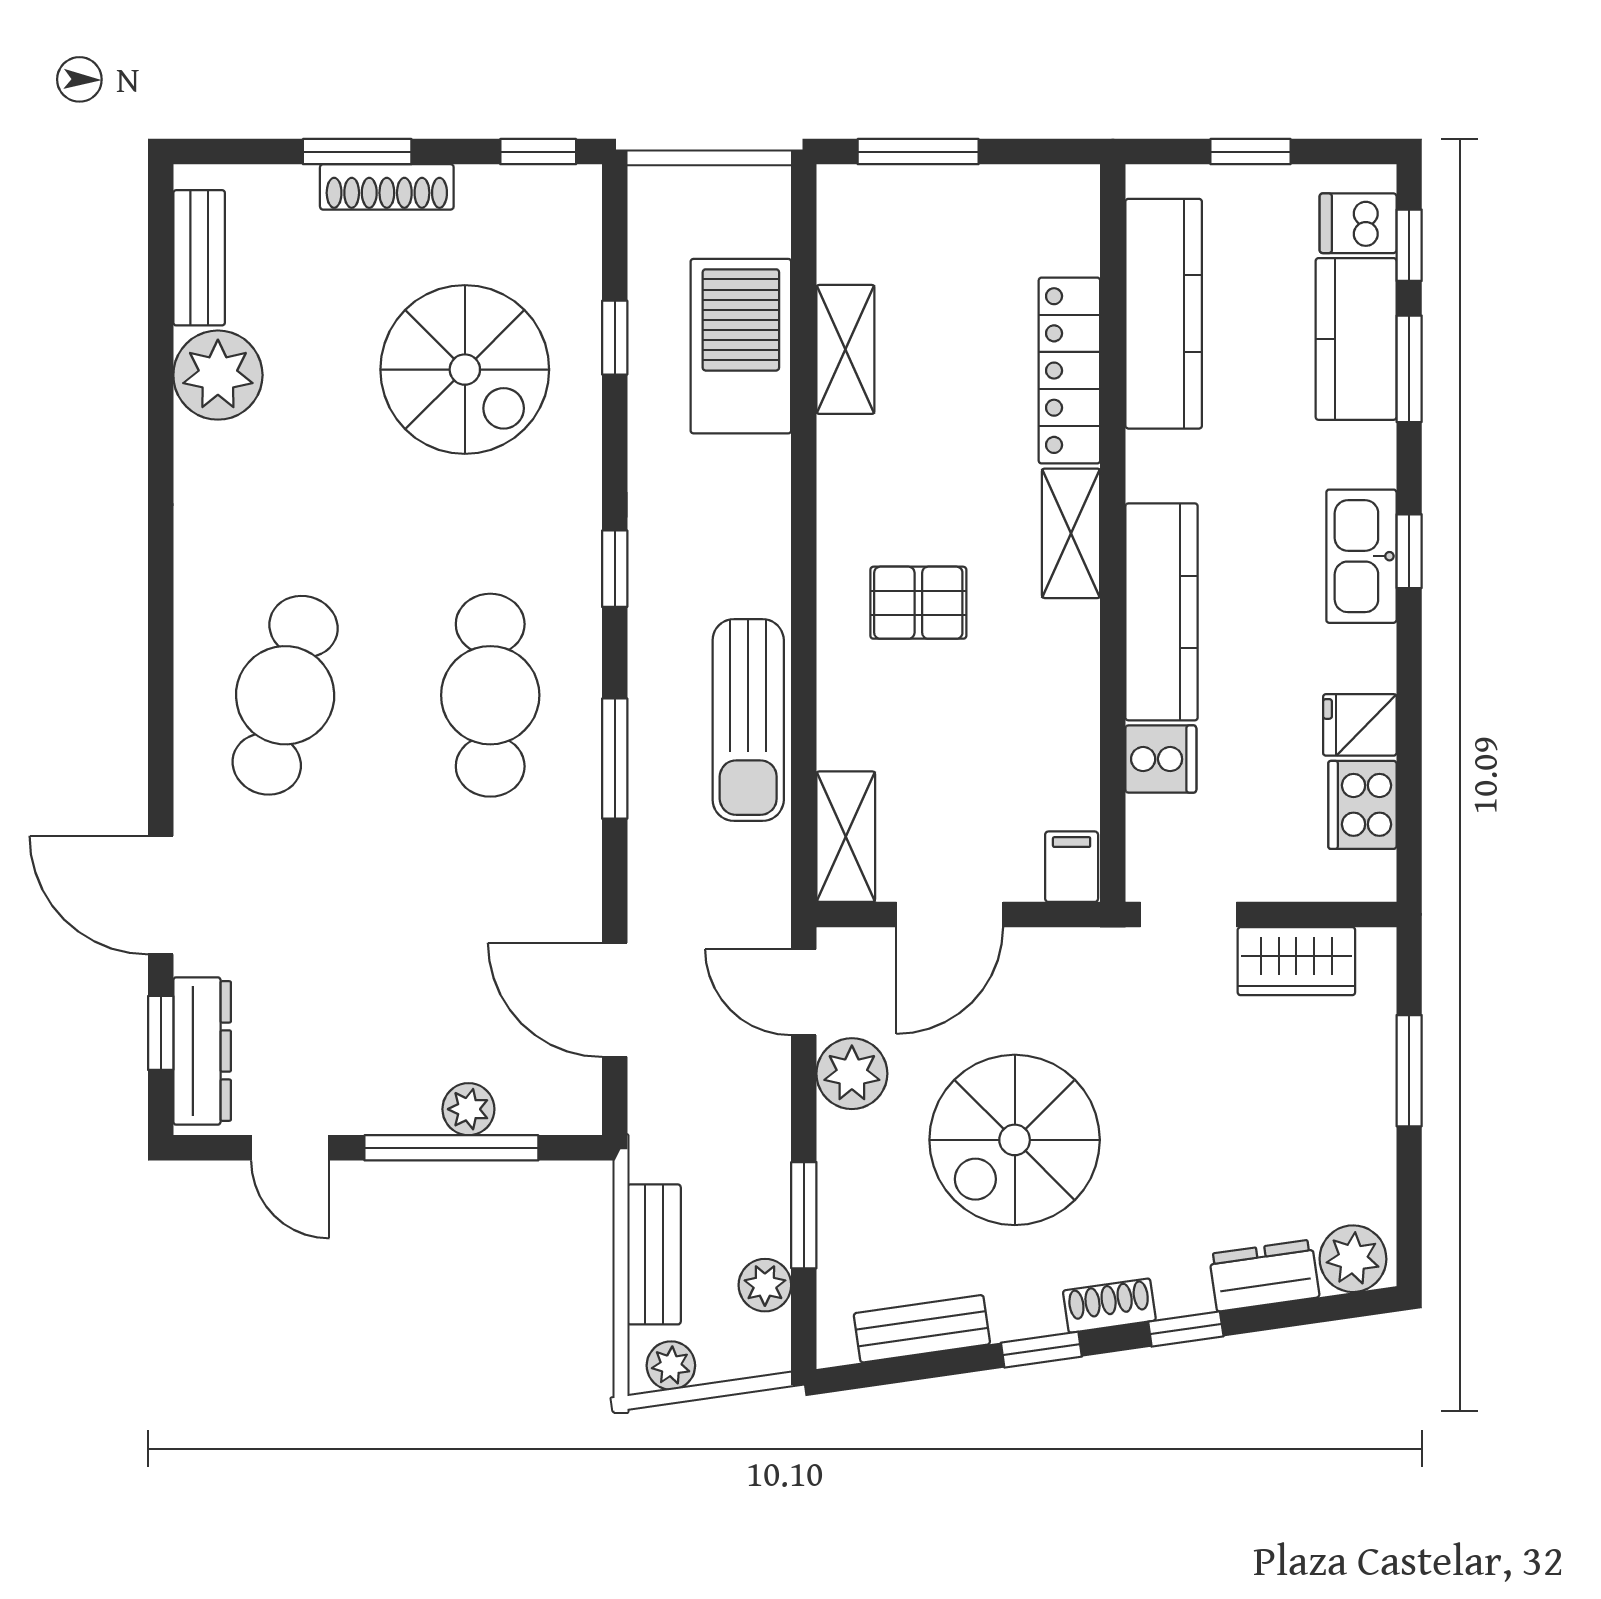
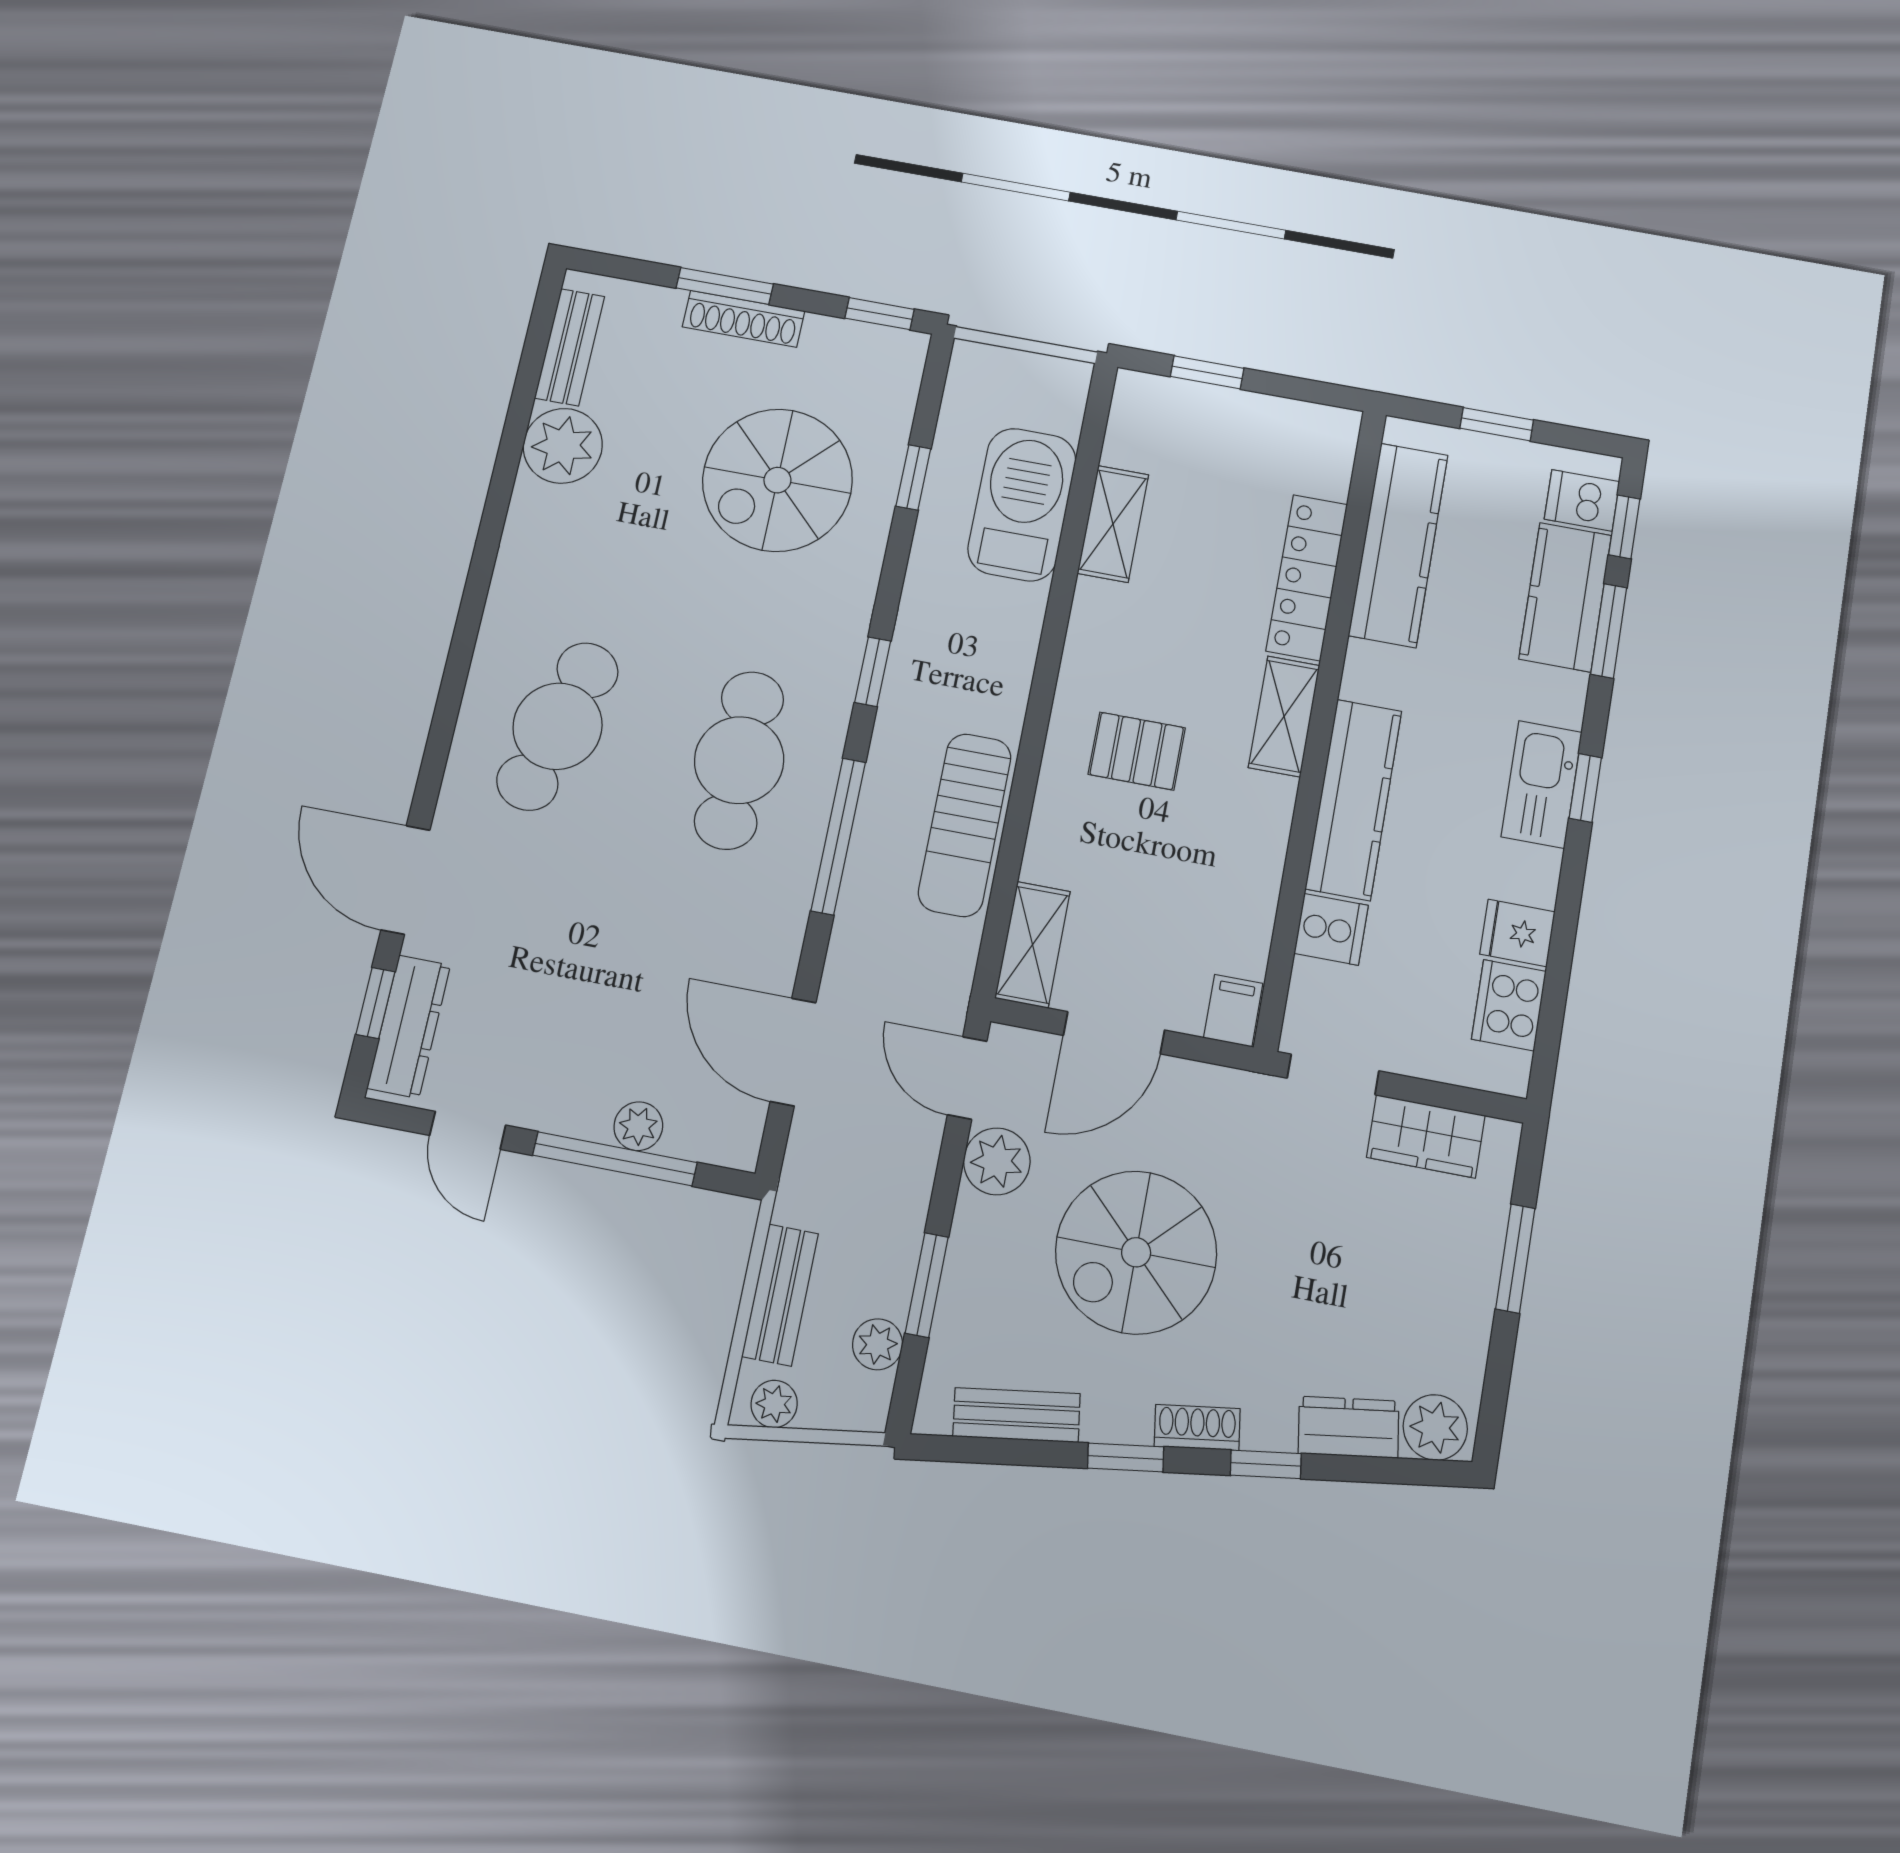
window: (918, 152) -> (1207, 372), width x0.67
spiral stairs: (465, 370) -> (777, 480), turned 90
window: (615, 759) -> (838, 836), width x1.44

